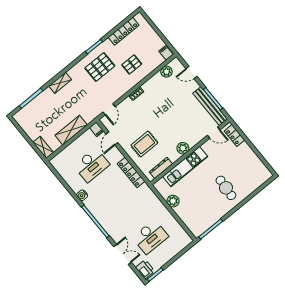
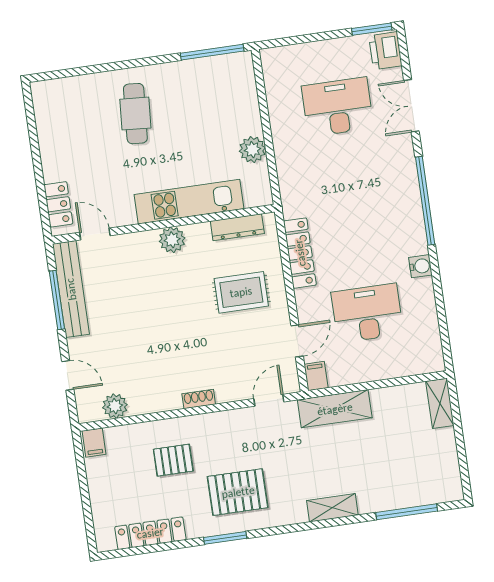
shelving: (71, 130) -> (335, 409), moved

